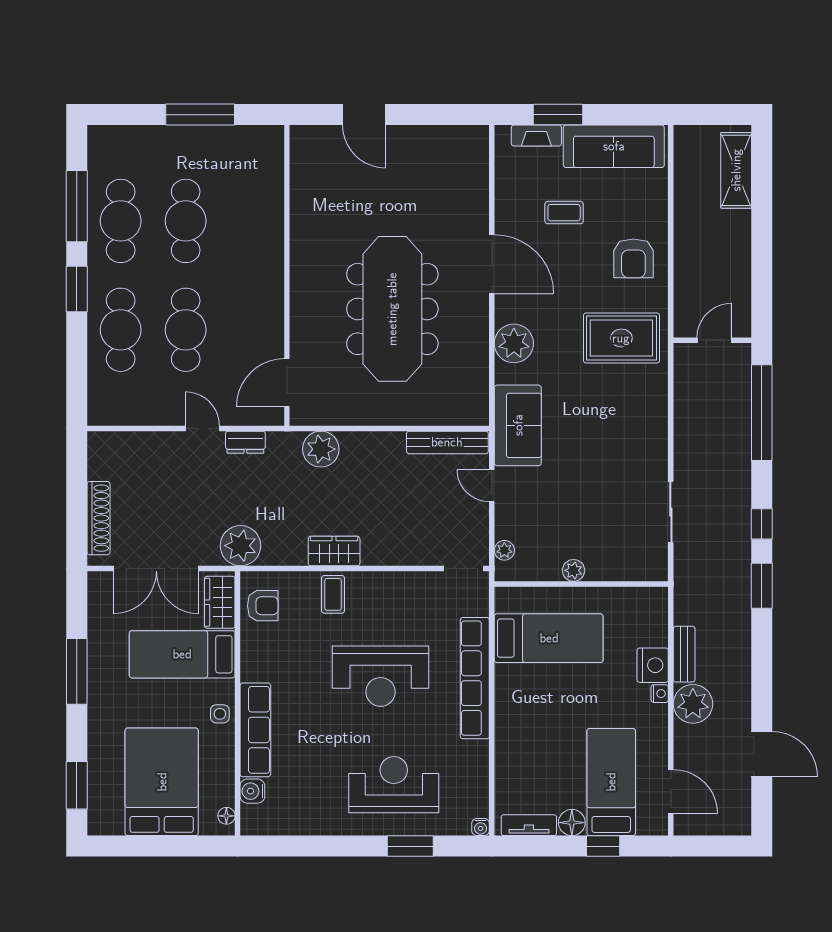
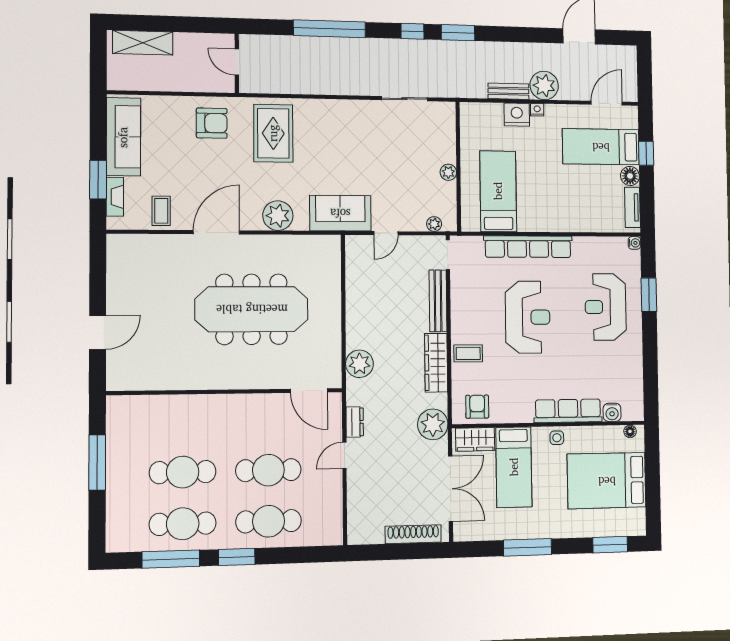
coffee table: (564, 213) -> (161, 211), moved
wall: (712, 340) -> (237, 63), moved
door: (714, 340) -> (237, 62), moved
bench: (447, 442) -> (438, 301), moved
wardrobe: (334, 551) -> (436, 363), width x1.50

